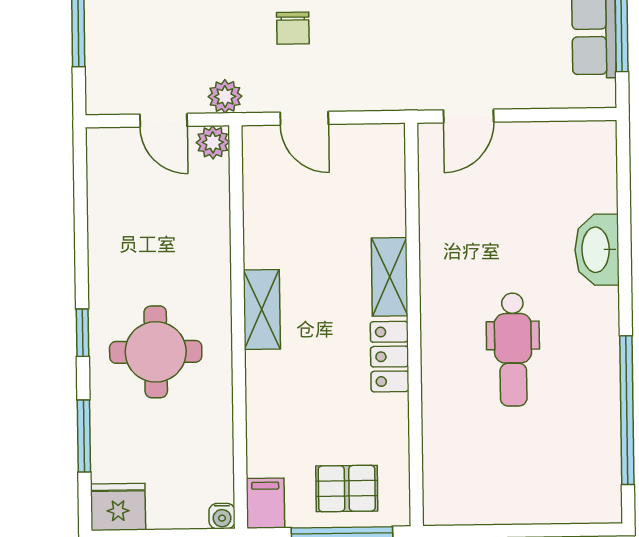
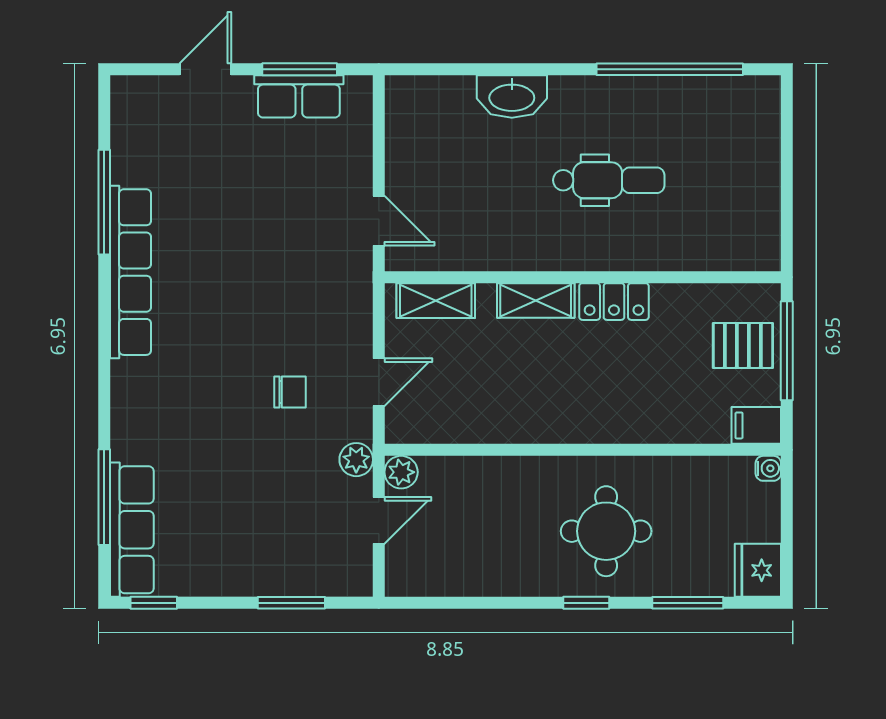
shelving: (262, 310) -> (436, 301), moved
pallet: (347, 488) -> (743, 345), turned 90

